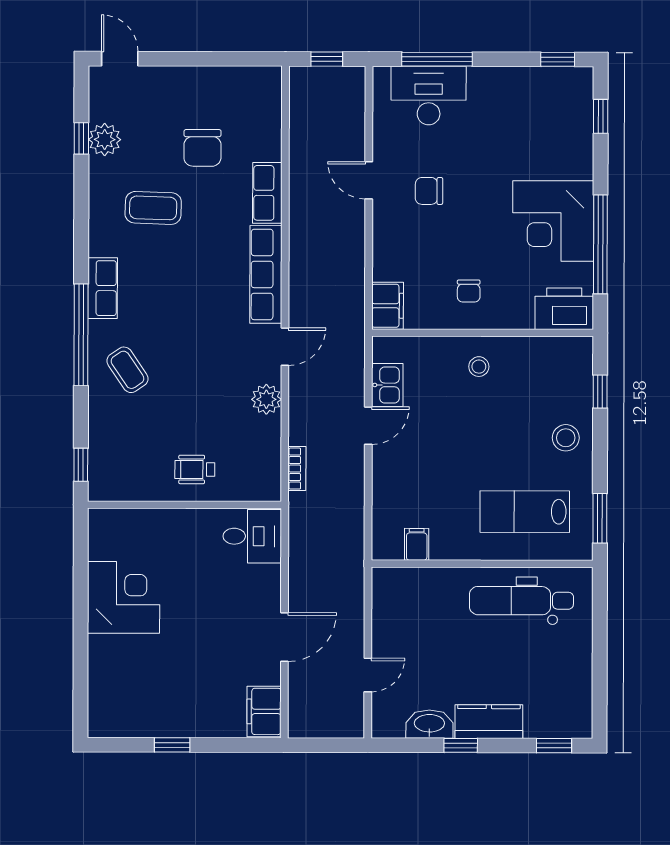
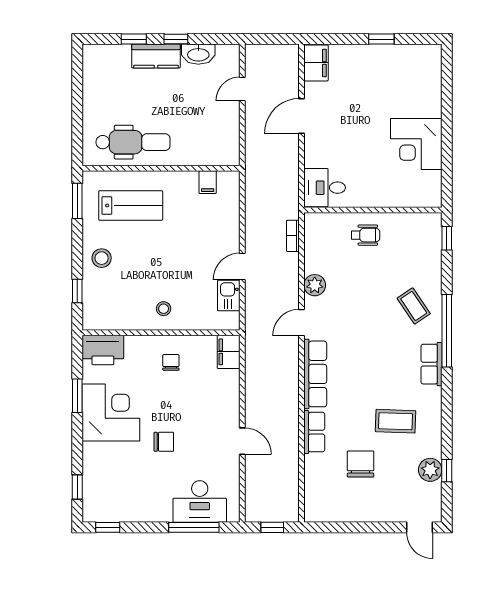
chair: (429, 191) -> (164, 442), moved
window: (600, 244) -> (77, 396), width x0.47
window: (554, 746) -> (134, 39), moved

